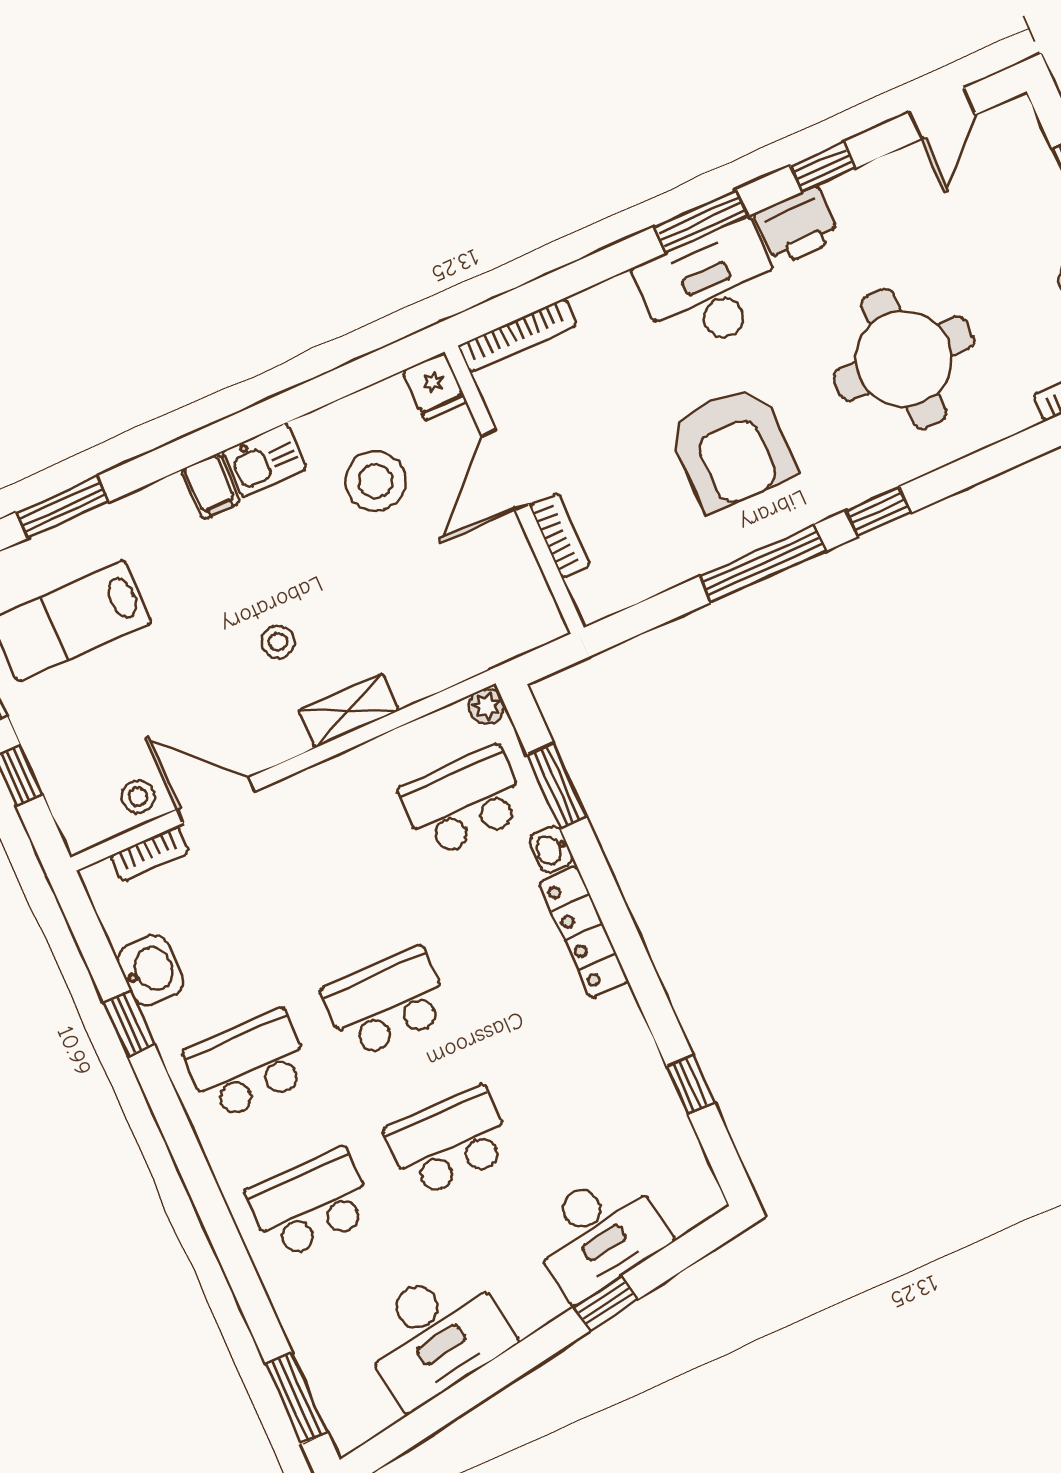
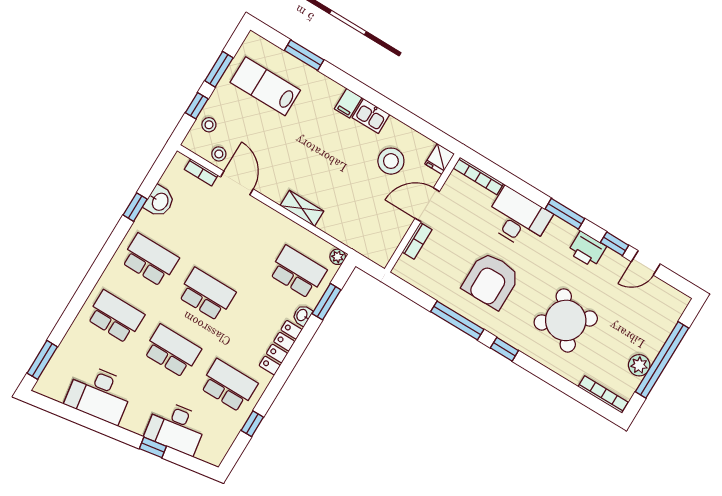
door: (942, 113) -> (646, 263), moved
desk: (711, 289) -> (518, 218), moved
round table: (904, 359) -> (566, 320), turned -36
stool: (278, 642) -> (209, 125), moved
school desk: (588, 1079) -> (229, 386), added

